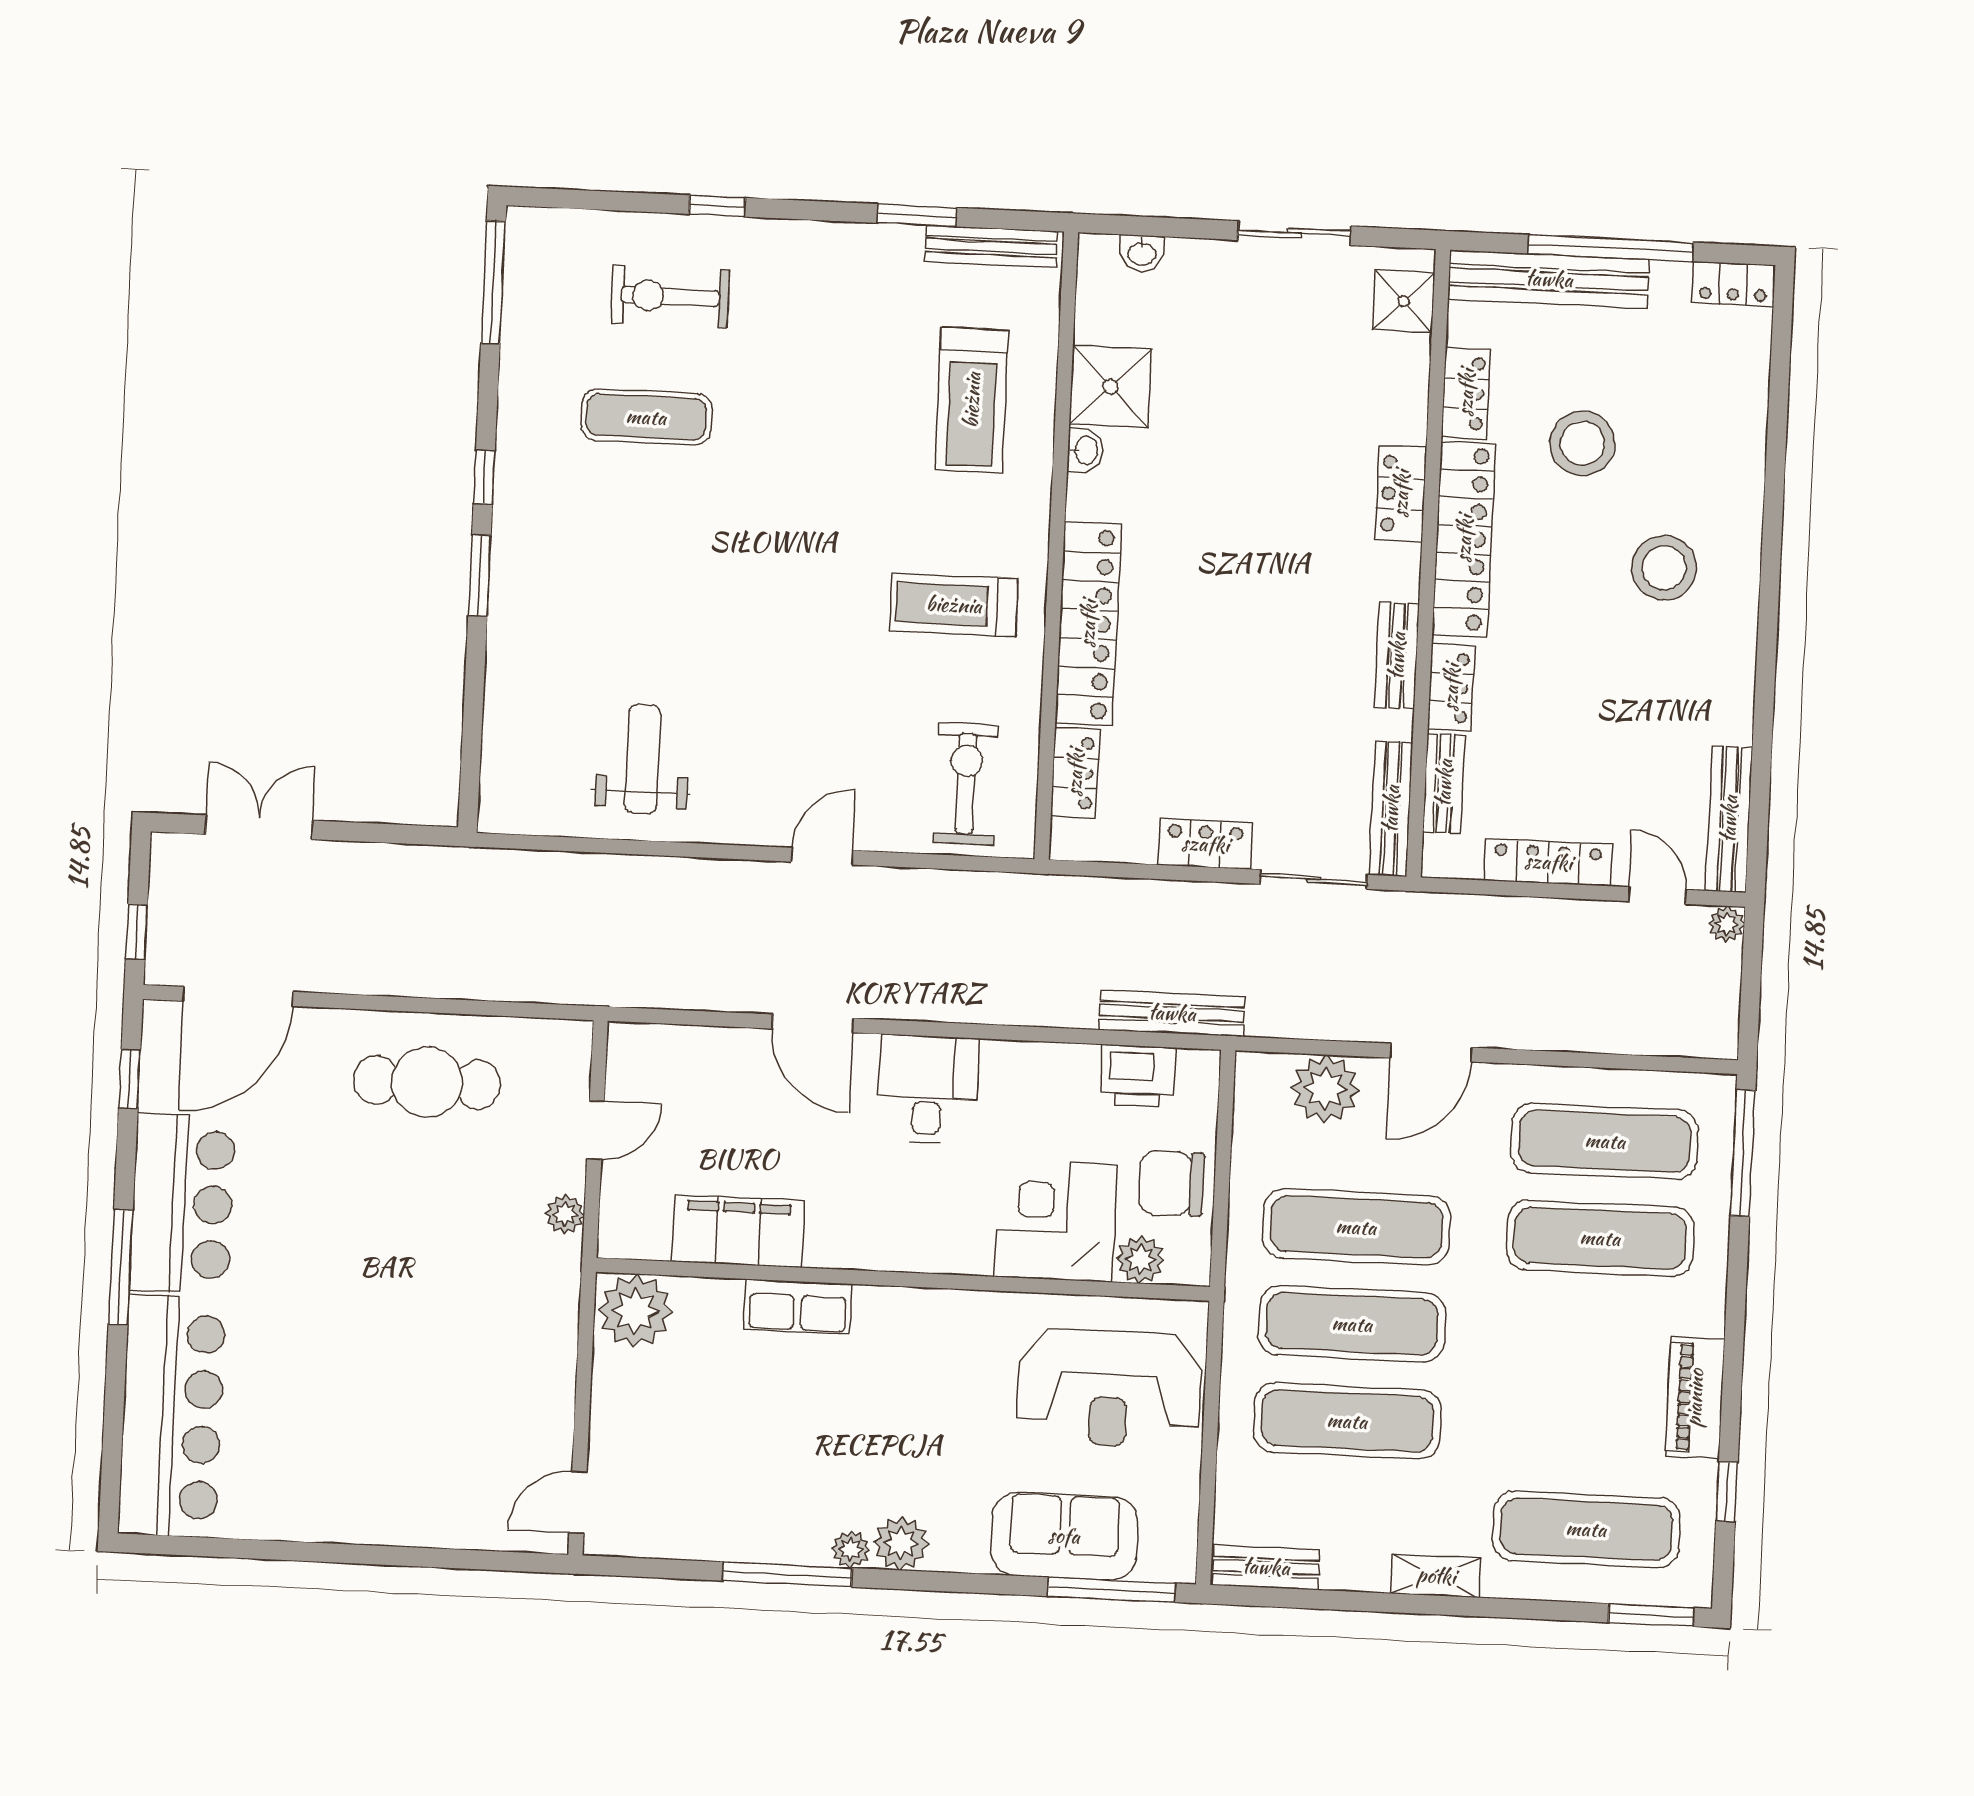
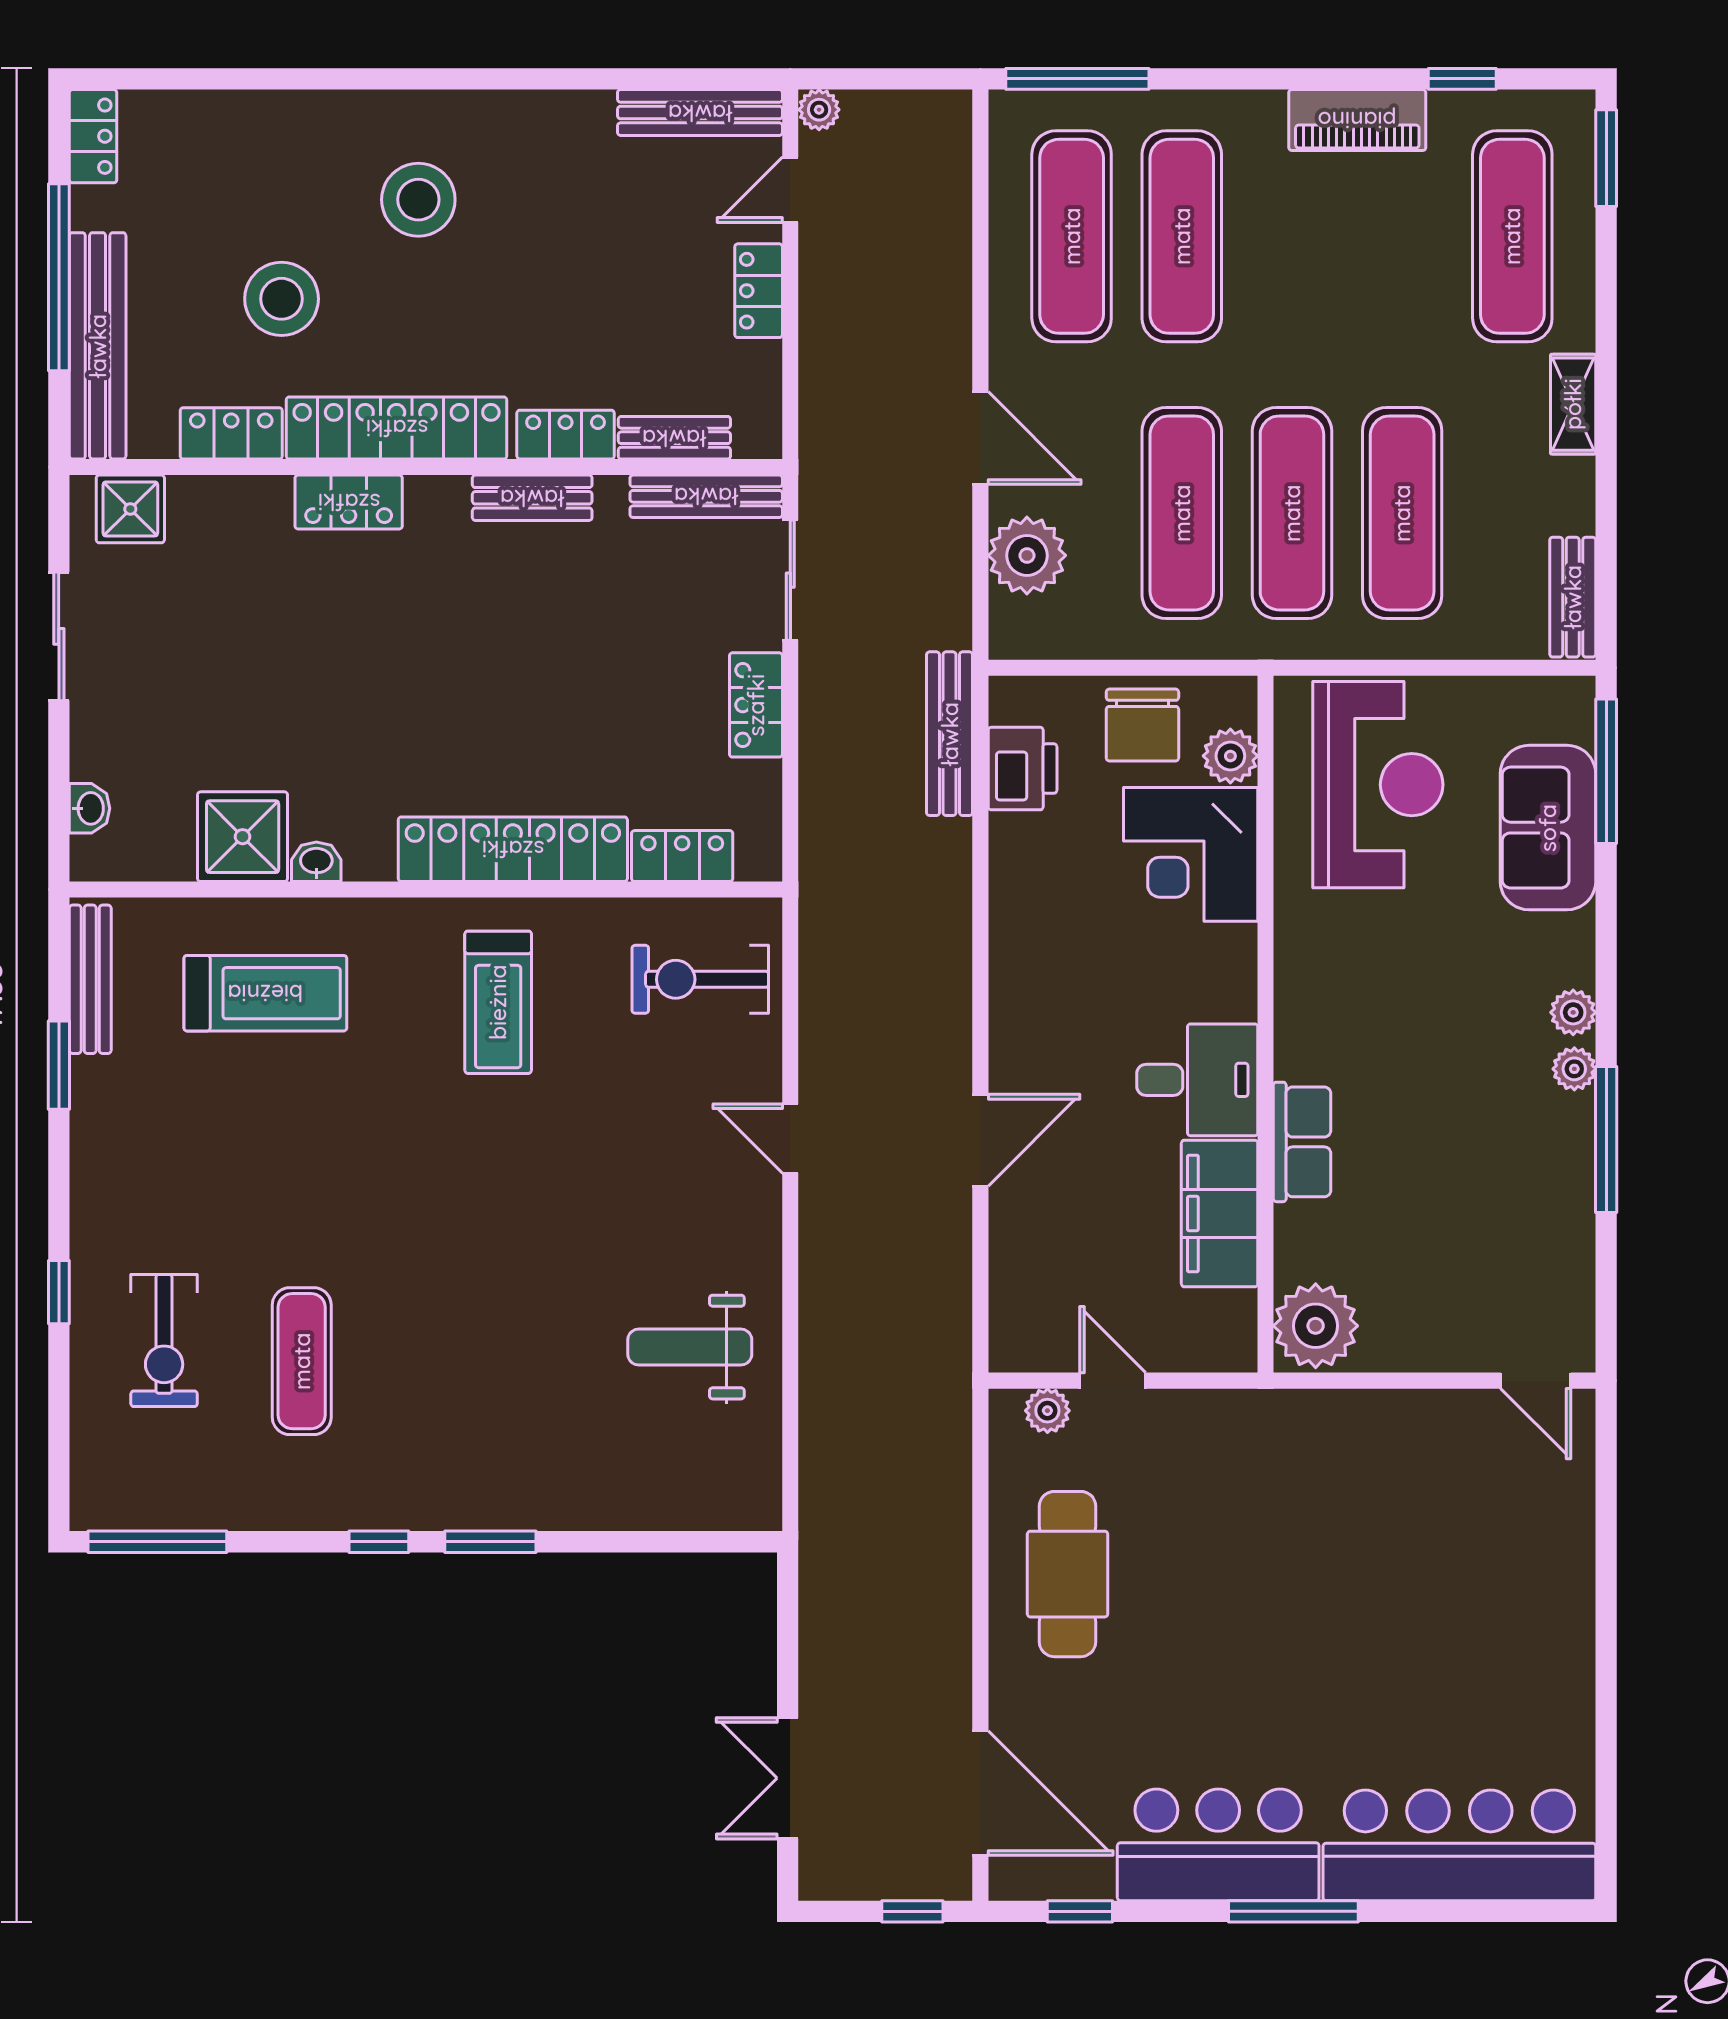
locker: (1548, 862) -> (759, 291), width x0.66
desk: (928, 1089) -> (1197, 1080), moved, turned 180
plant: (565, 1214) -> (1047, 1411), moved
plant: (901, 1543) -> (1573, 1012), width x0.73, depth x0.73

